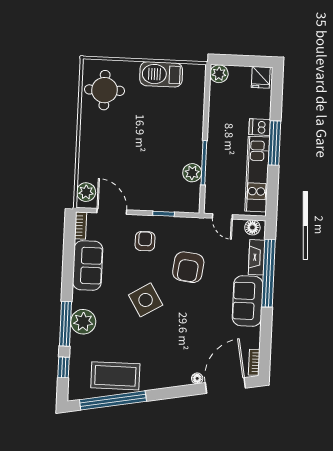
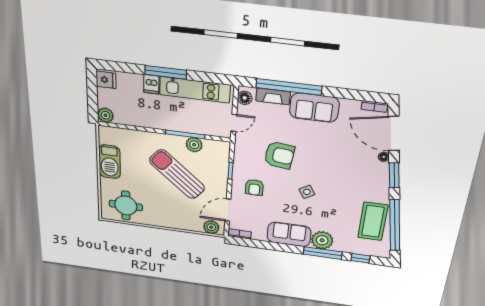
sun lounger: (153, 153) -> (177, 174), added
armchair: (145, 241) -> (254, 187), turned -90
sofa: (88, 266) -> (289, 234), moved
side table: (146, 300) -> (307, 192), width x0.54, depth x0.54
window: (176, 392) -> (394, 175), added

